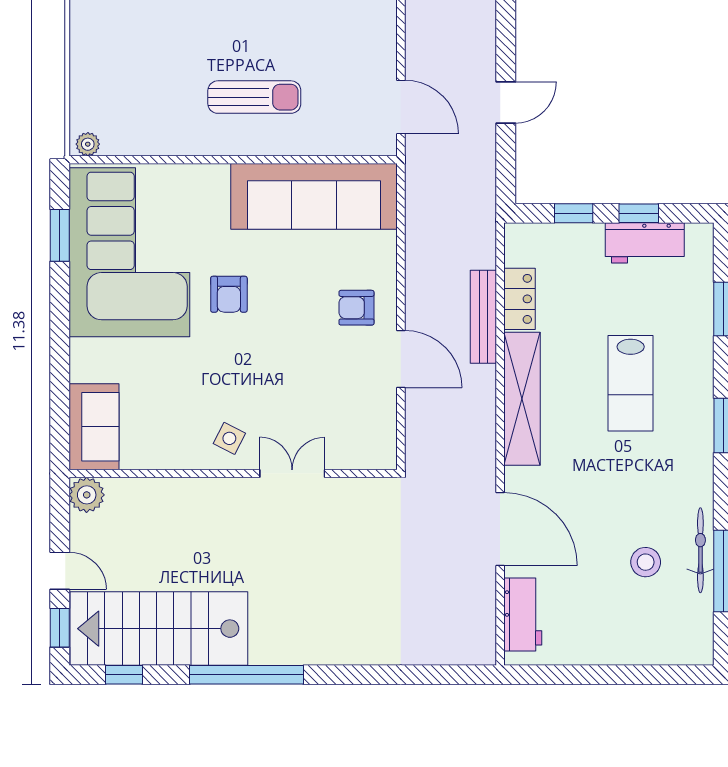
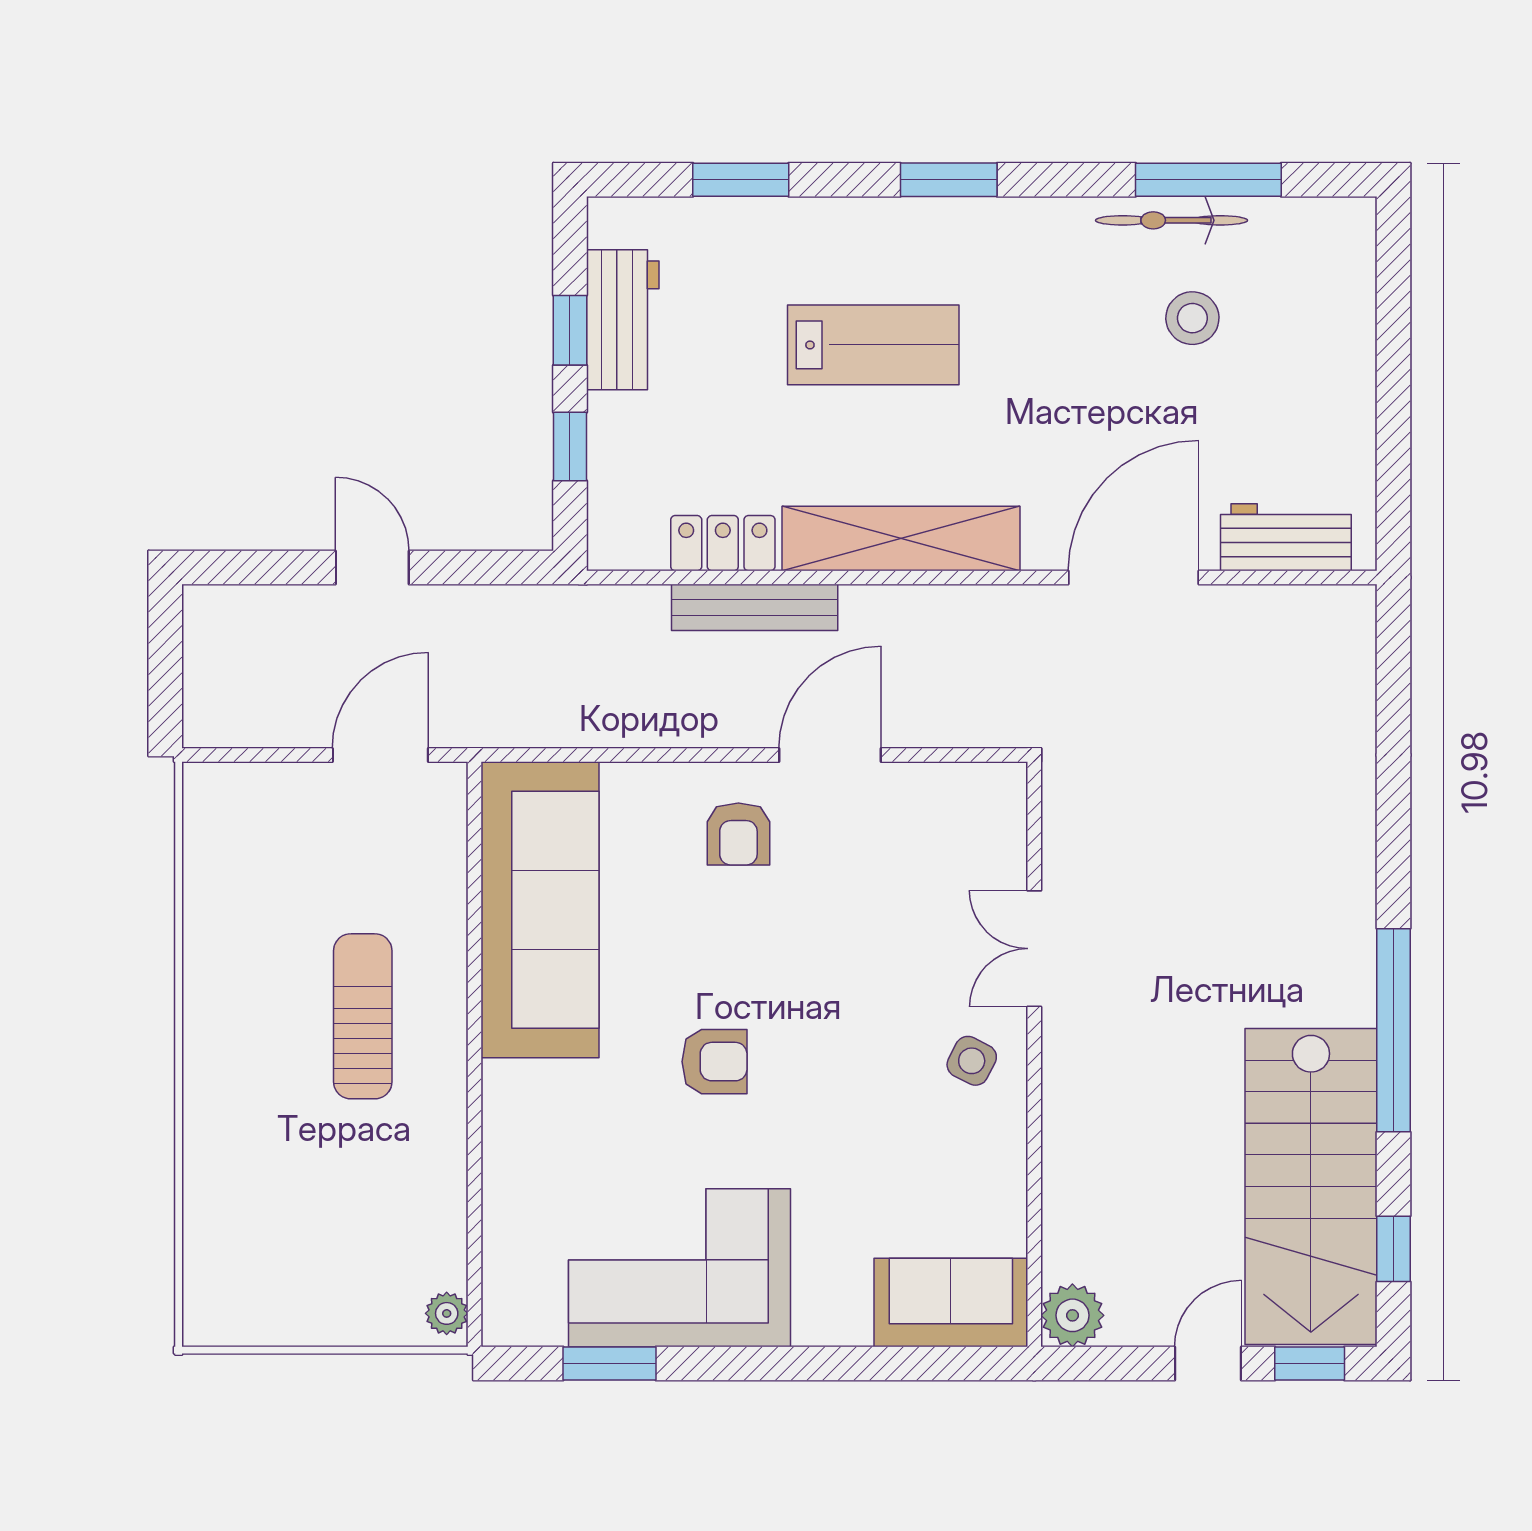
corner sofa: (129, 252) -> (680, 1268), width x0.73, depth x0.74

